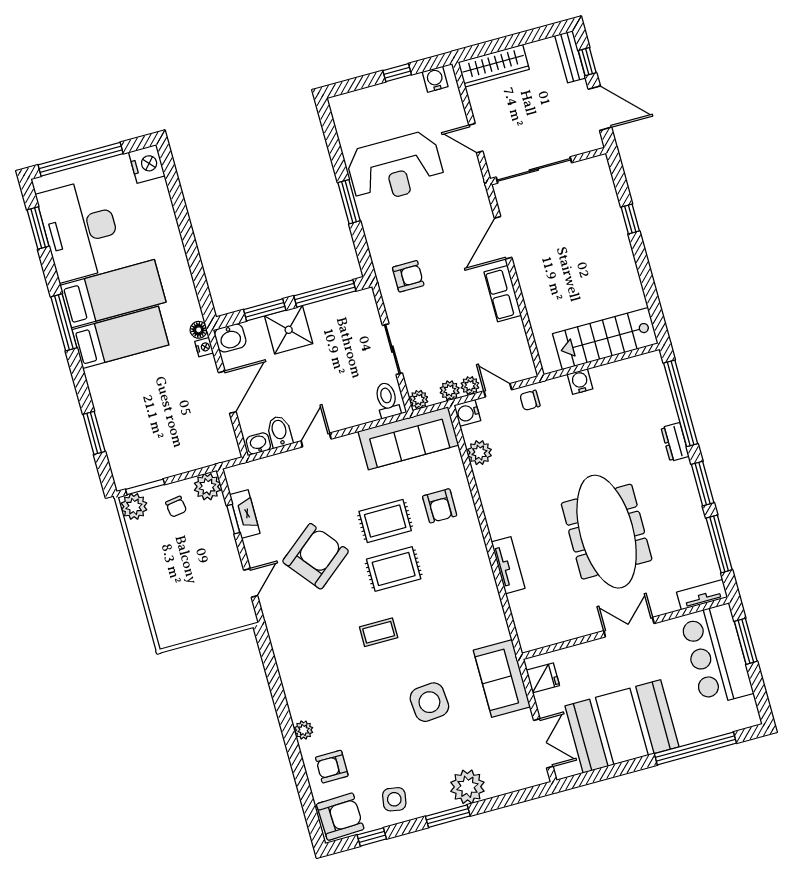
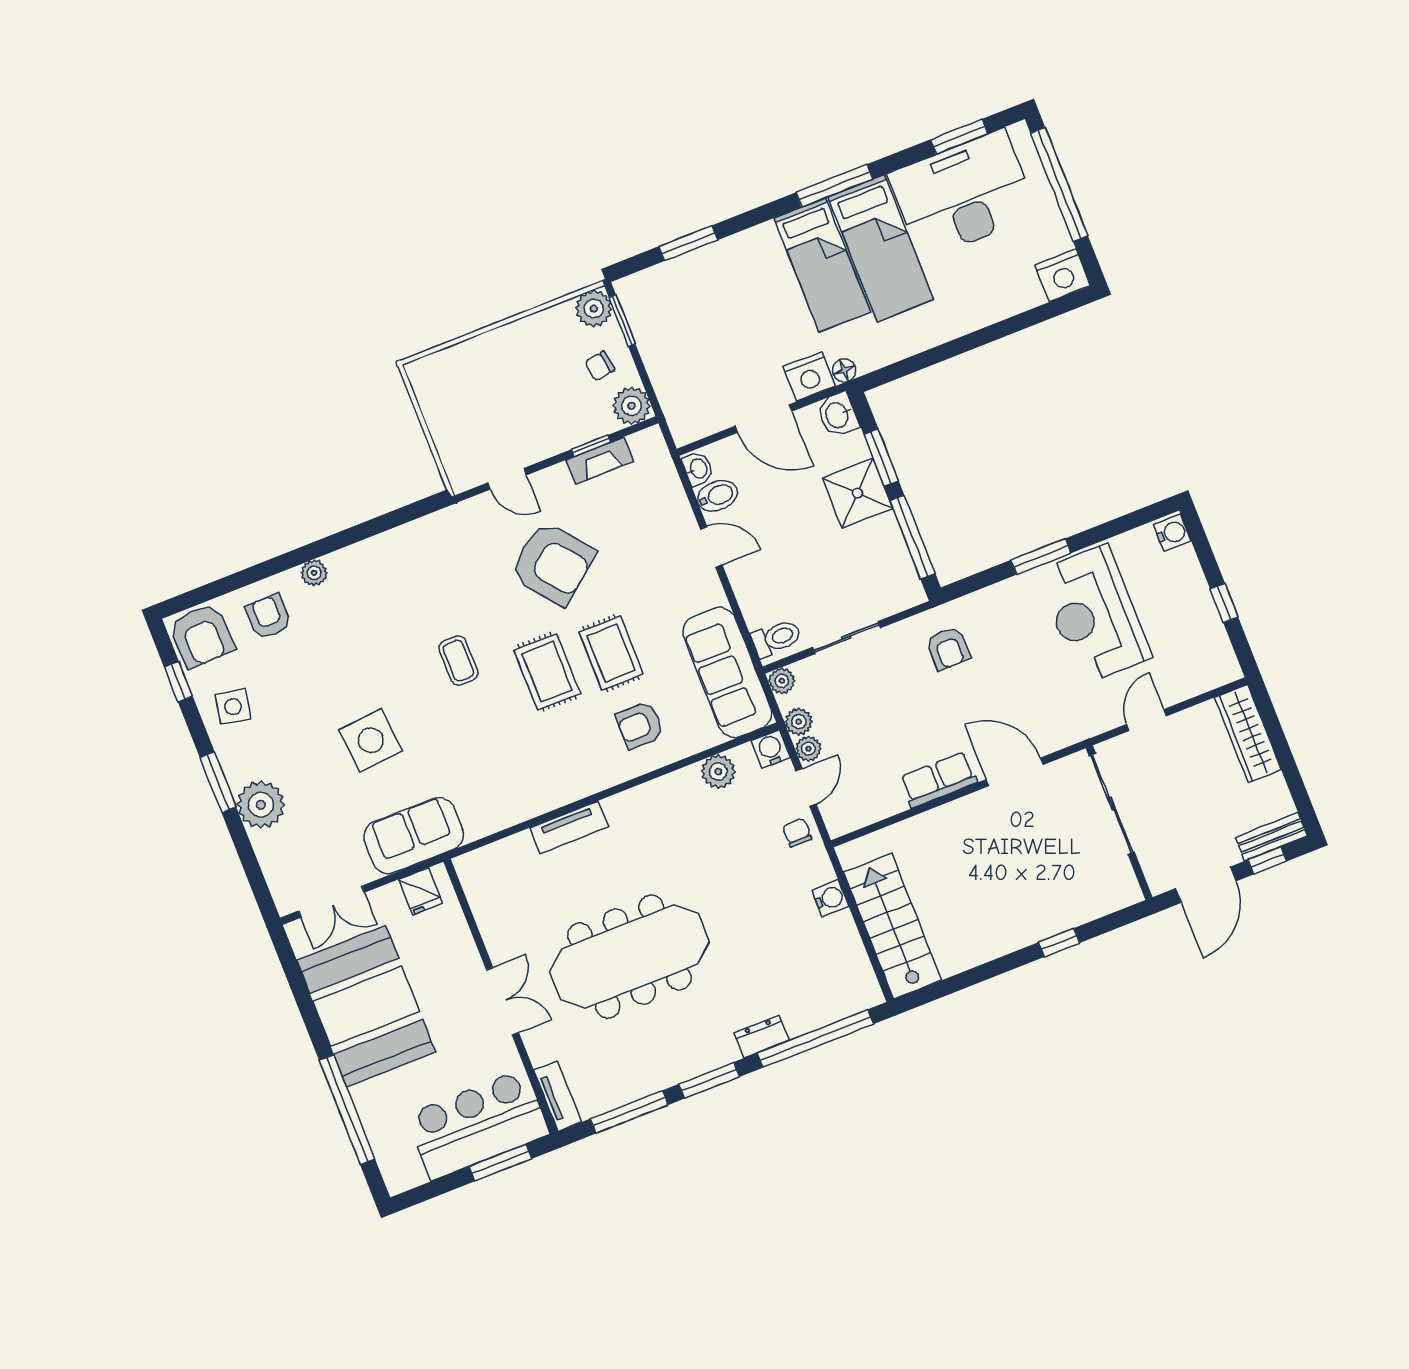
water cooler: (435, 79) -> (1172, 533), moved
nightstand: (204, 347) -> (809, 377), width x1.89, depth x1.79

